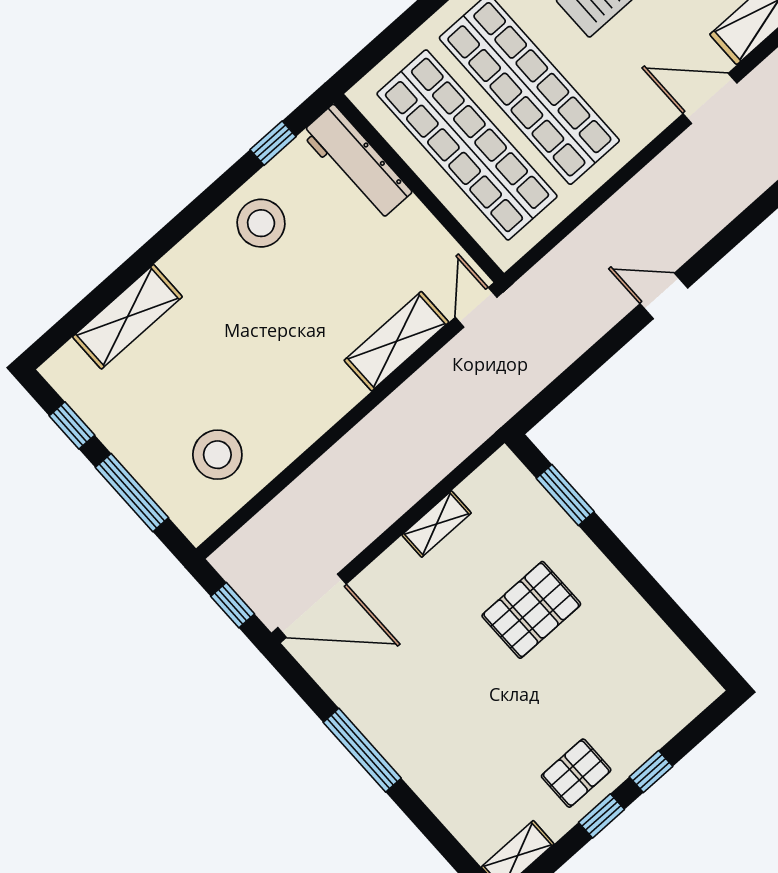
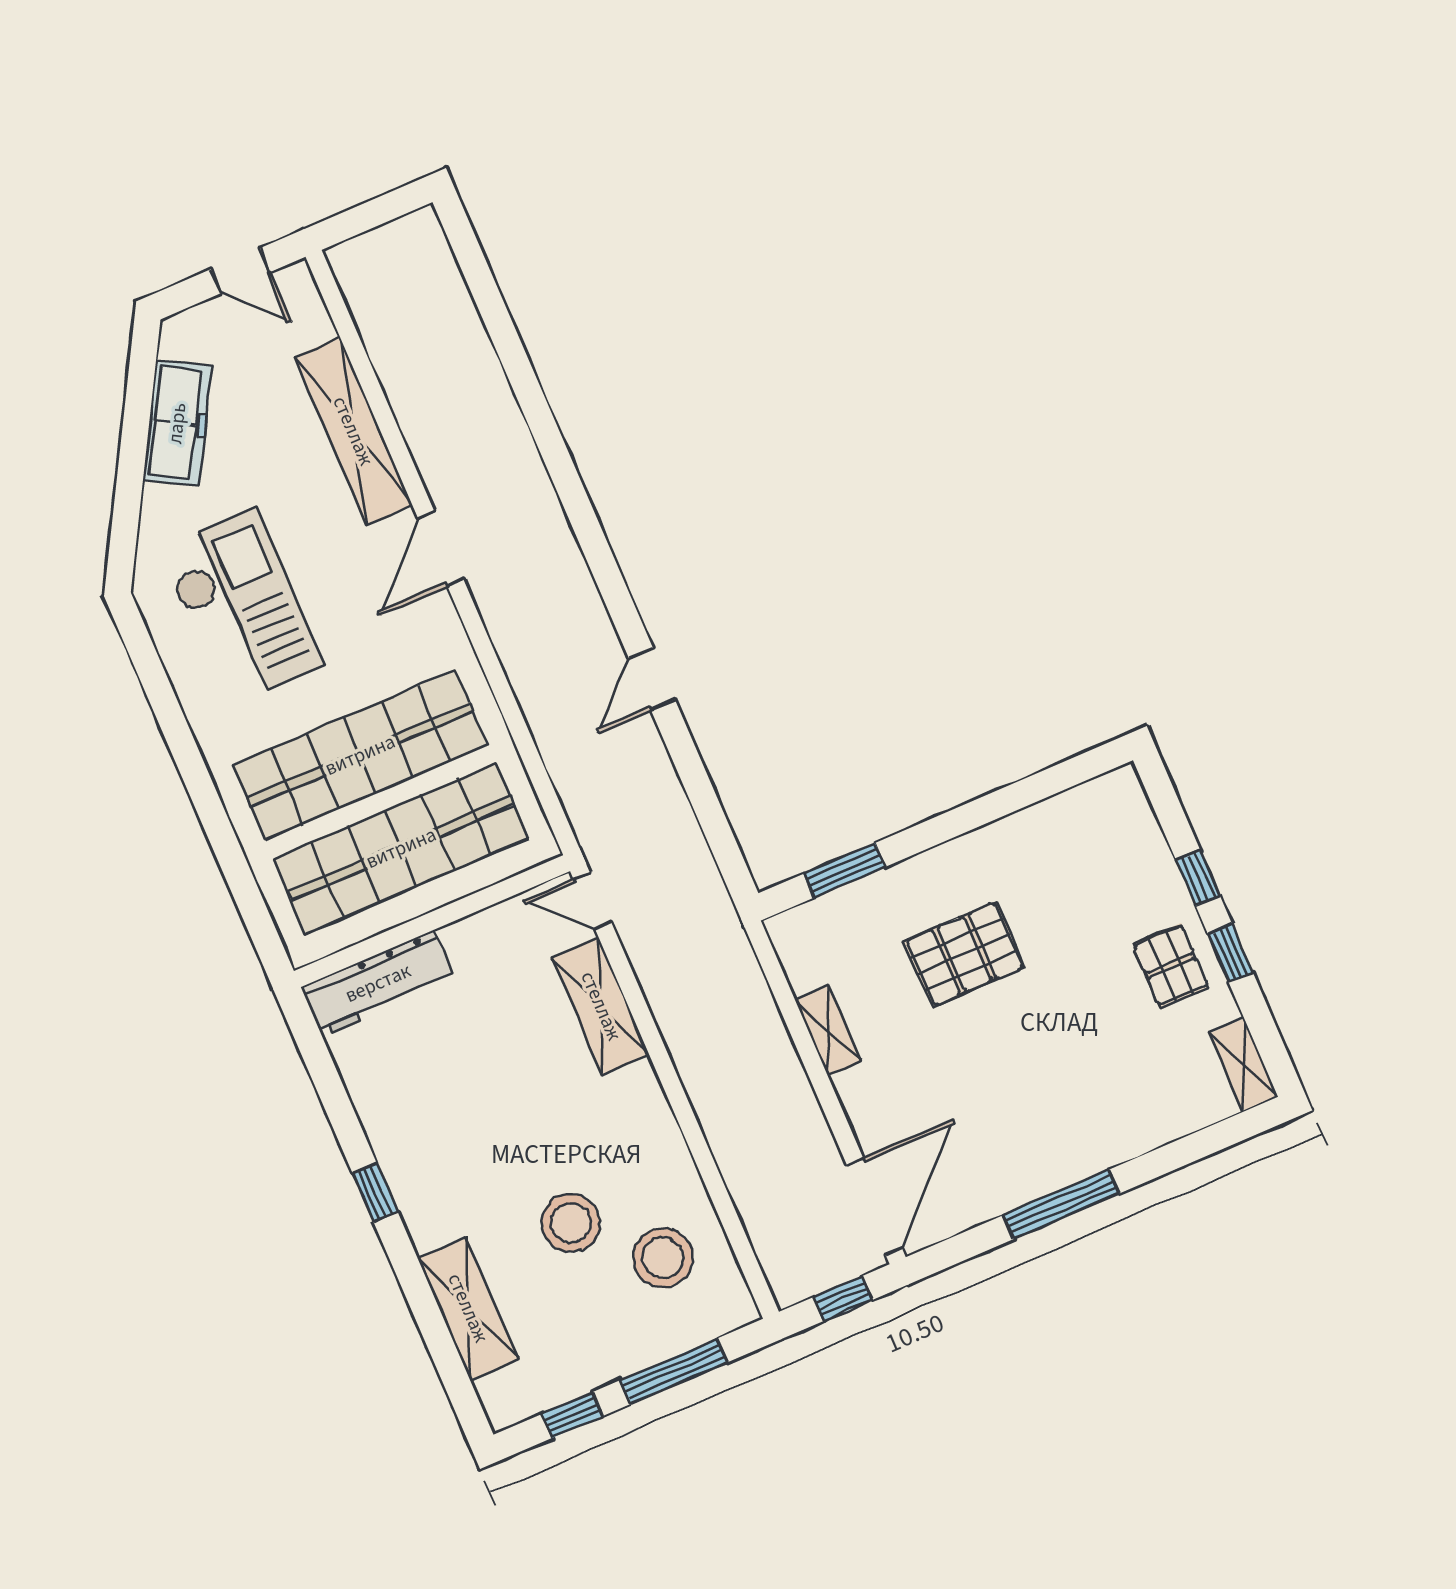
window: (273, 143) -> (375, 1193), moved
stool: (261, 223) -> (571, 1223), moved
pallet: (531, 610) -> (964, 954), turned 90

